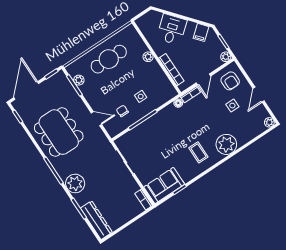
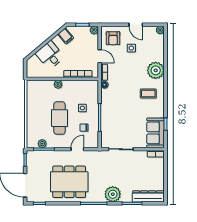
cafe table: (109, 59) -> (59, 118), moved
armchair: (230, 81) -> (113, 38), turned 90

